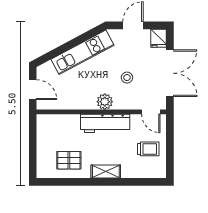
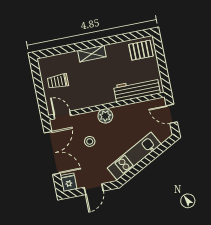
double door: (170, 73) -> (52, 153), swing flipped
workbench: (105, 123) -> (137, 89), moved
pallet: (69, 160) -> (141, 50), moved

